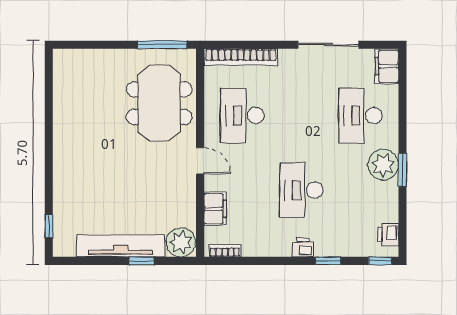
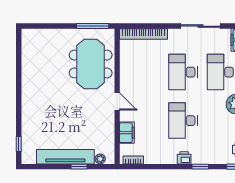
desk: (242, 116) -> (183, 72), moved
plant: (181, 242) -> (100, 159), width x0.53, depth x0.53

